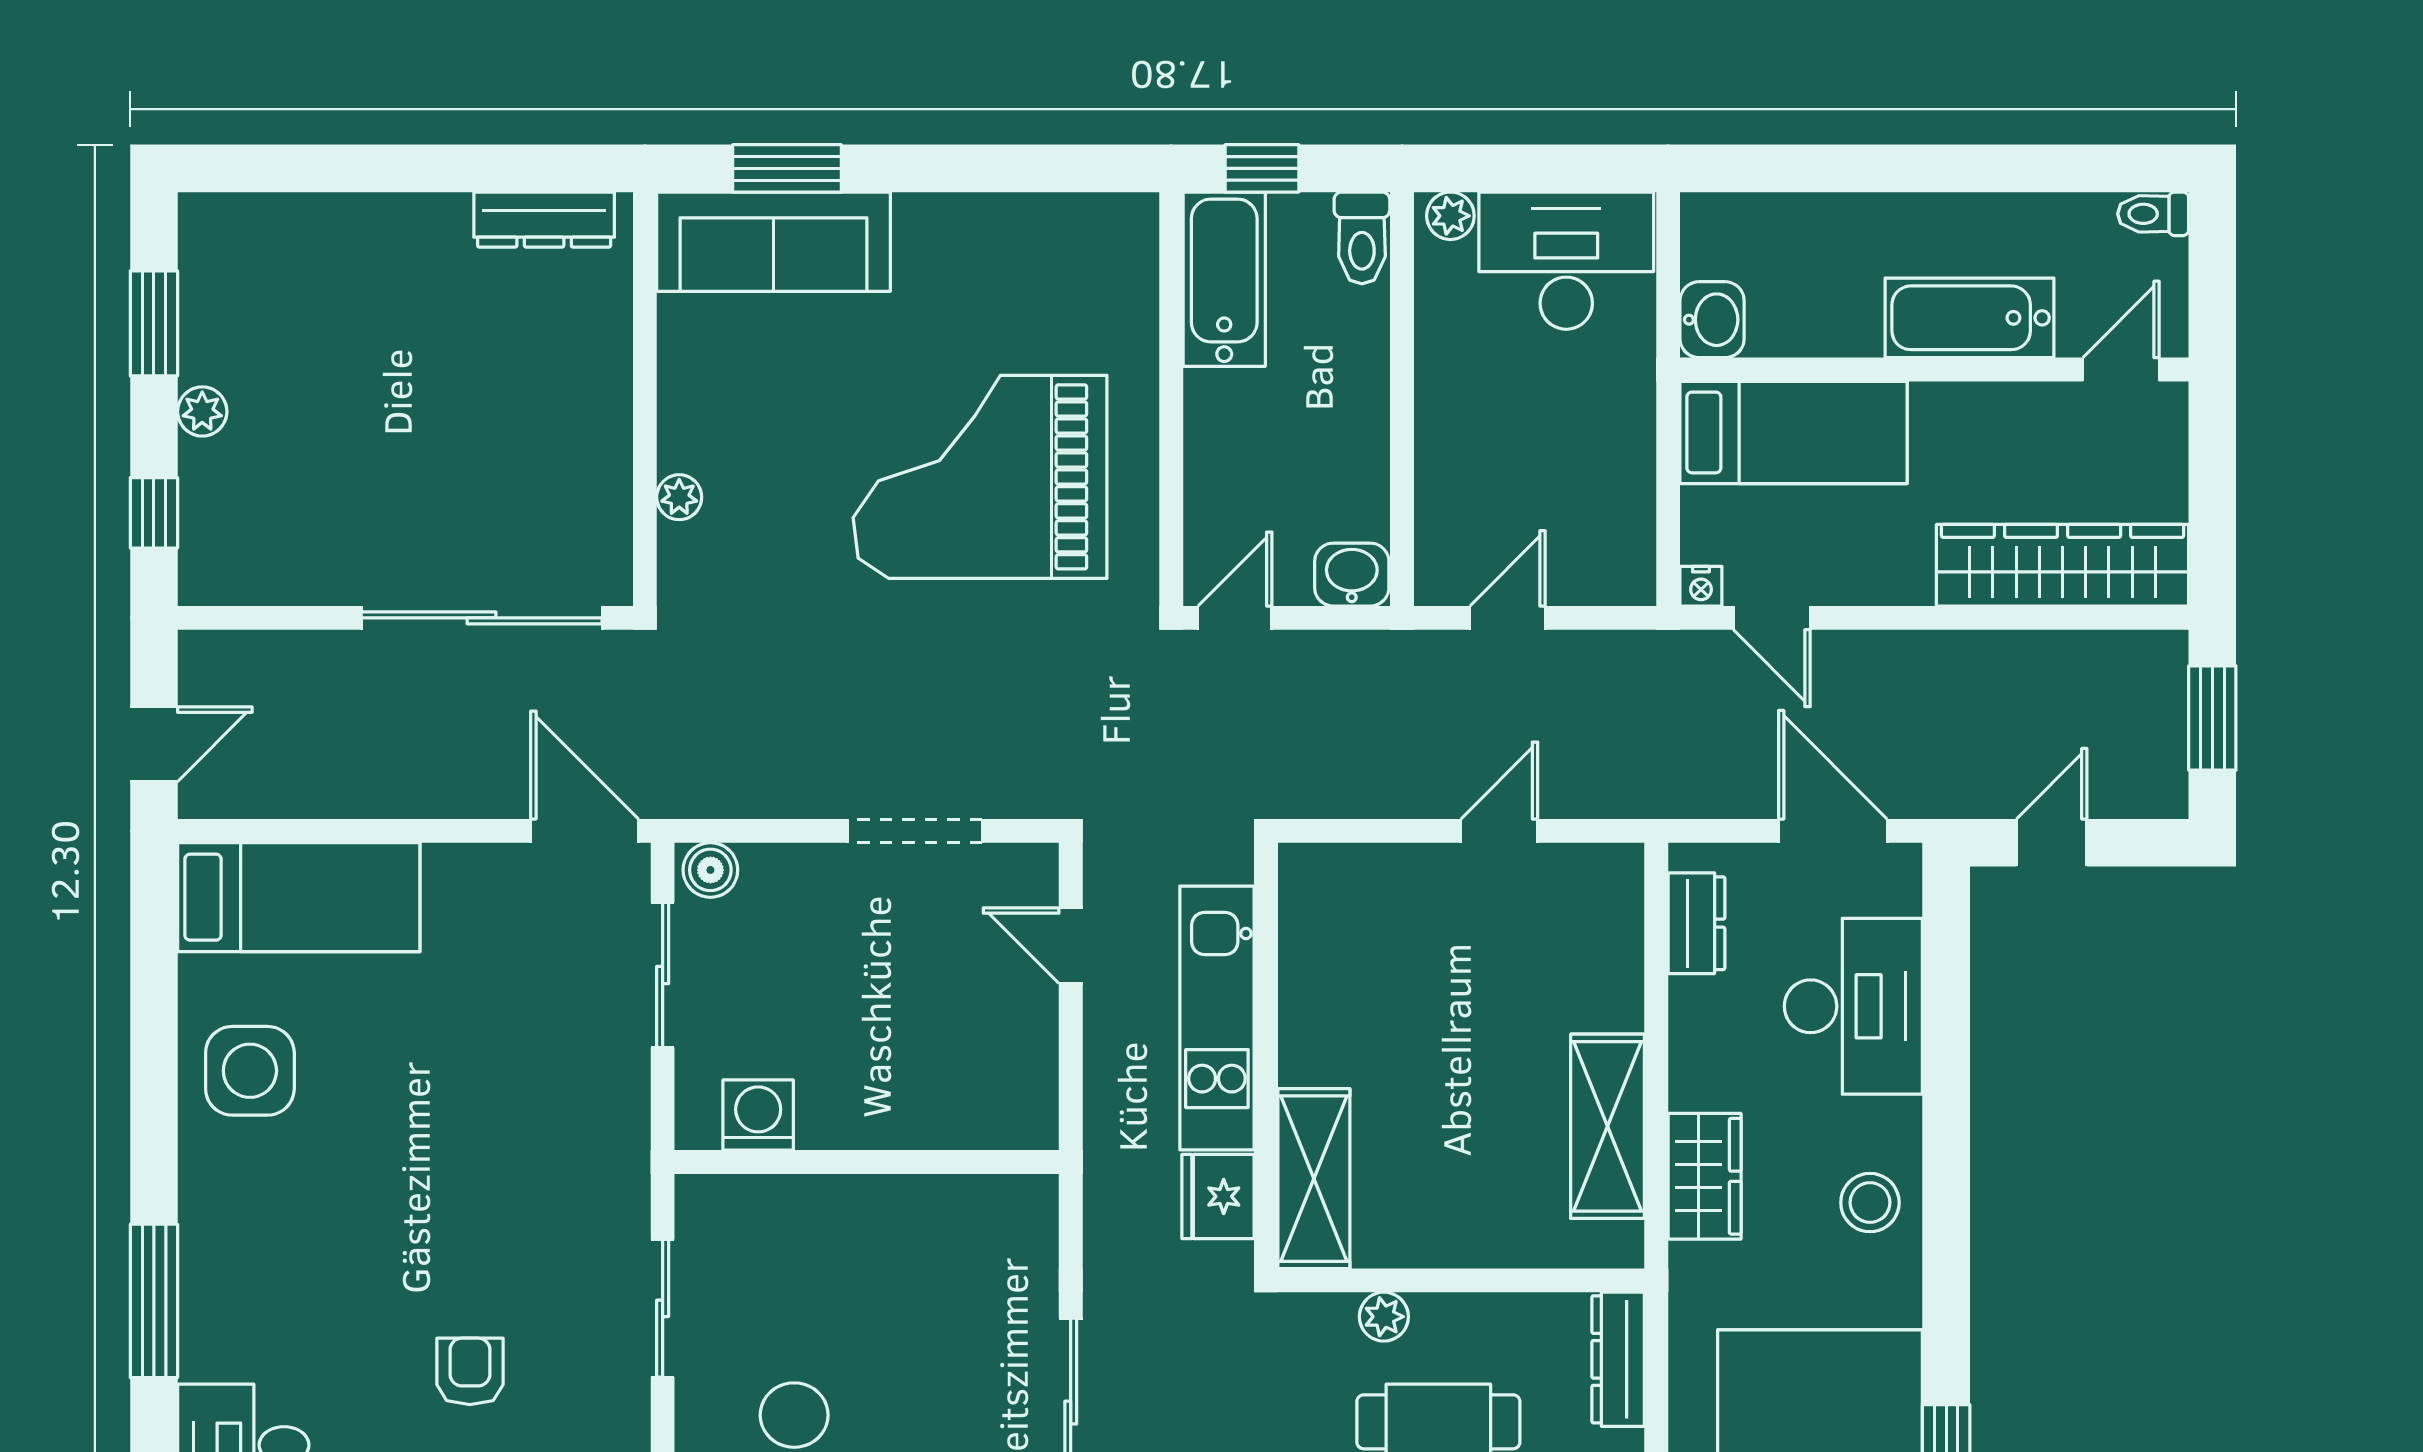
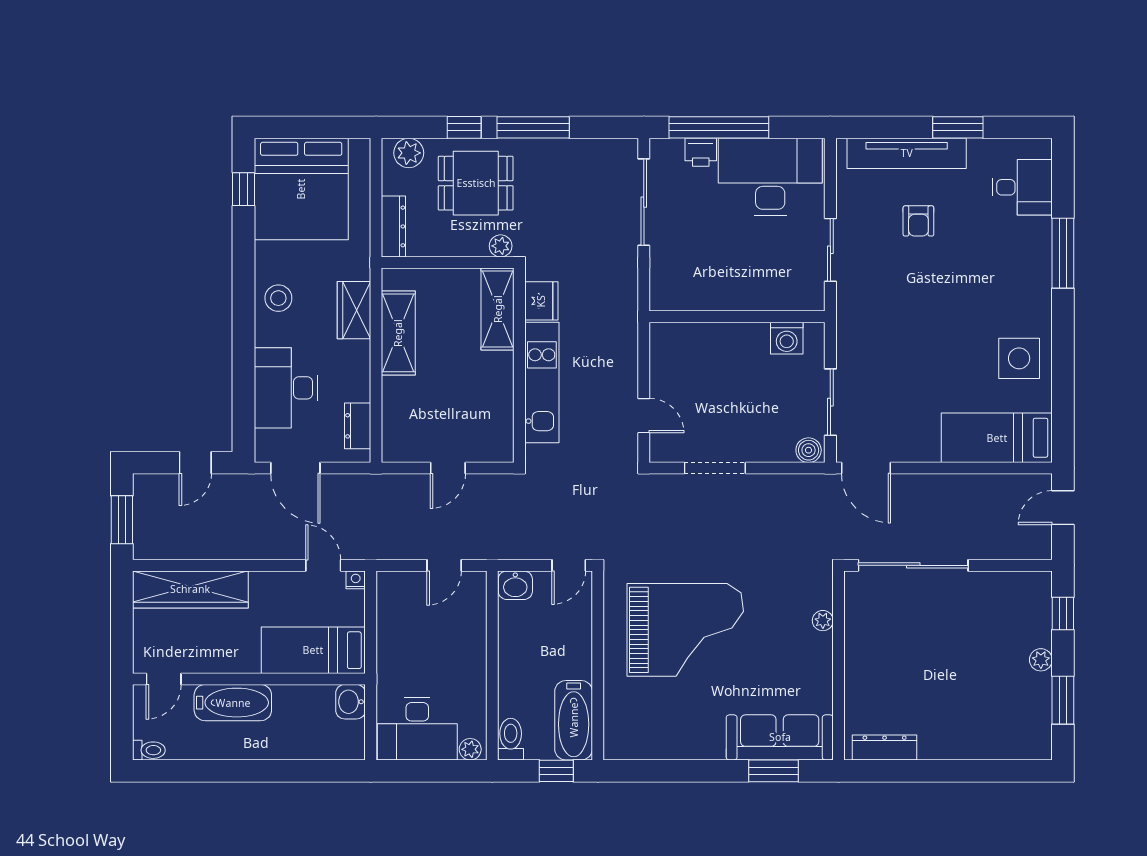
kitchen unit: (1217, 1018) -> (542, 383), moved
wall: (1266, 1056) -> (519, 365), moved
shelving: (1314, 1179) -> (498, 309), moved
fridge: (1218, 1196) -> (541, 301), moved

